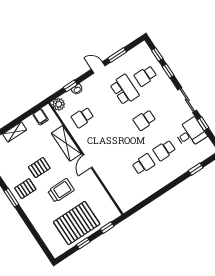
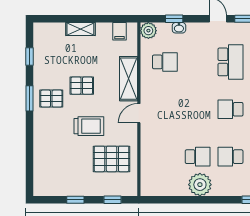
school desk: (82, 117) -> (165, 62), turned 180
plant: (157, 181) -> (200, 185), added
pallet: (77, 223) -> (112, 159), moved, width x0.73, depth x0.71

